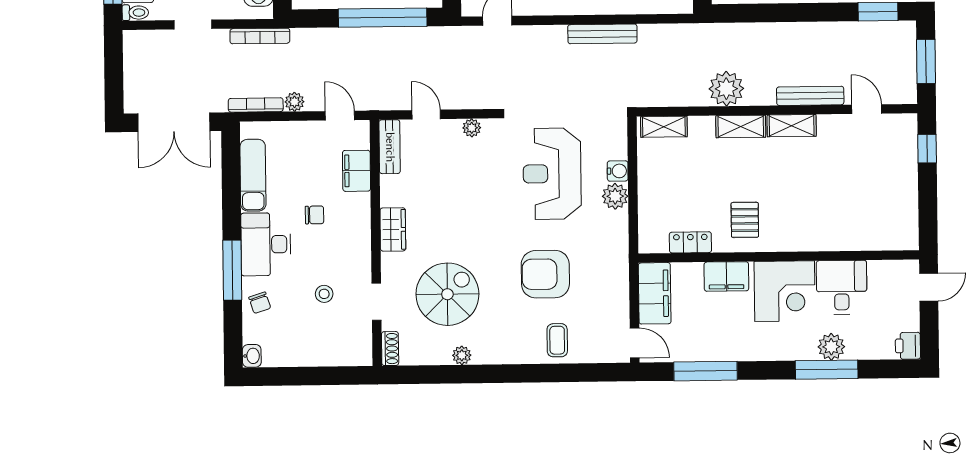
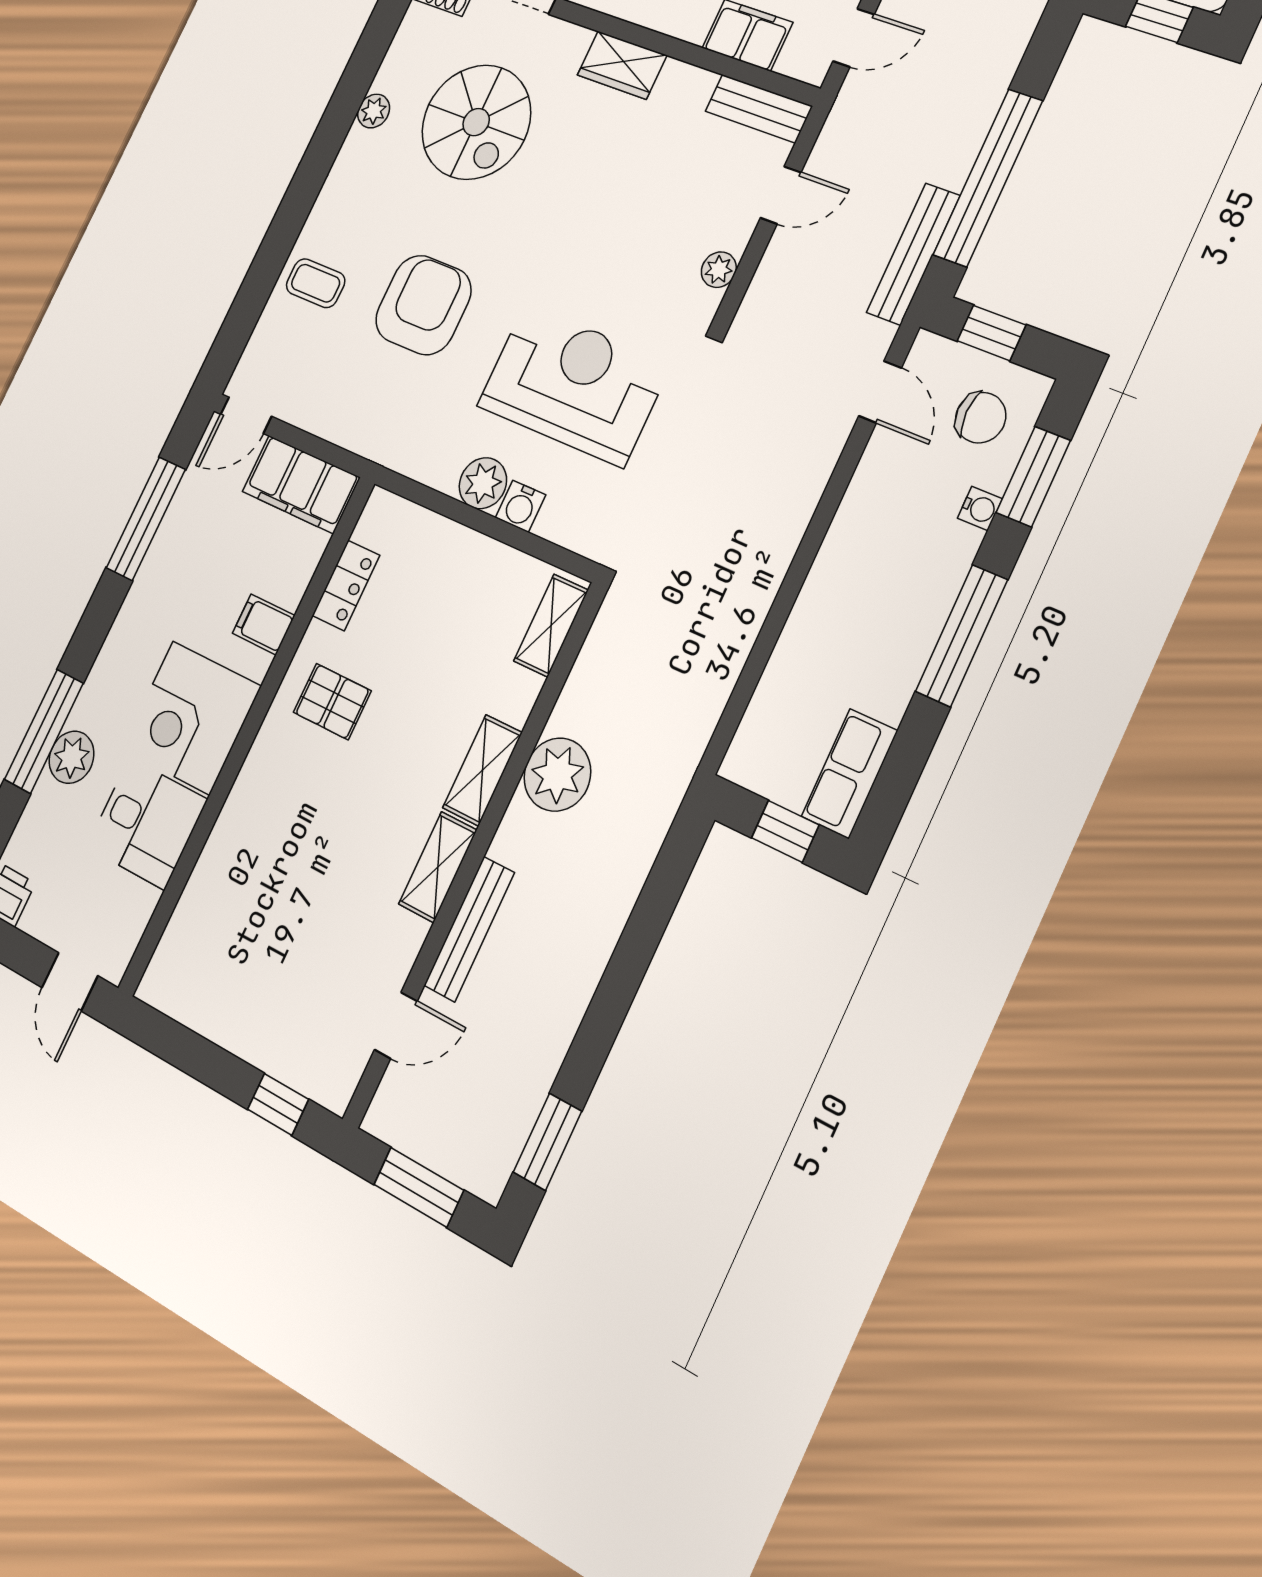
bench: (602, 34) -> (913, 254), moved
filing cabinet: (726, 276) -> (264, 624), width x0.50

